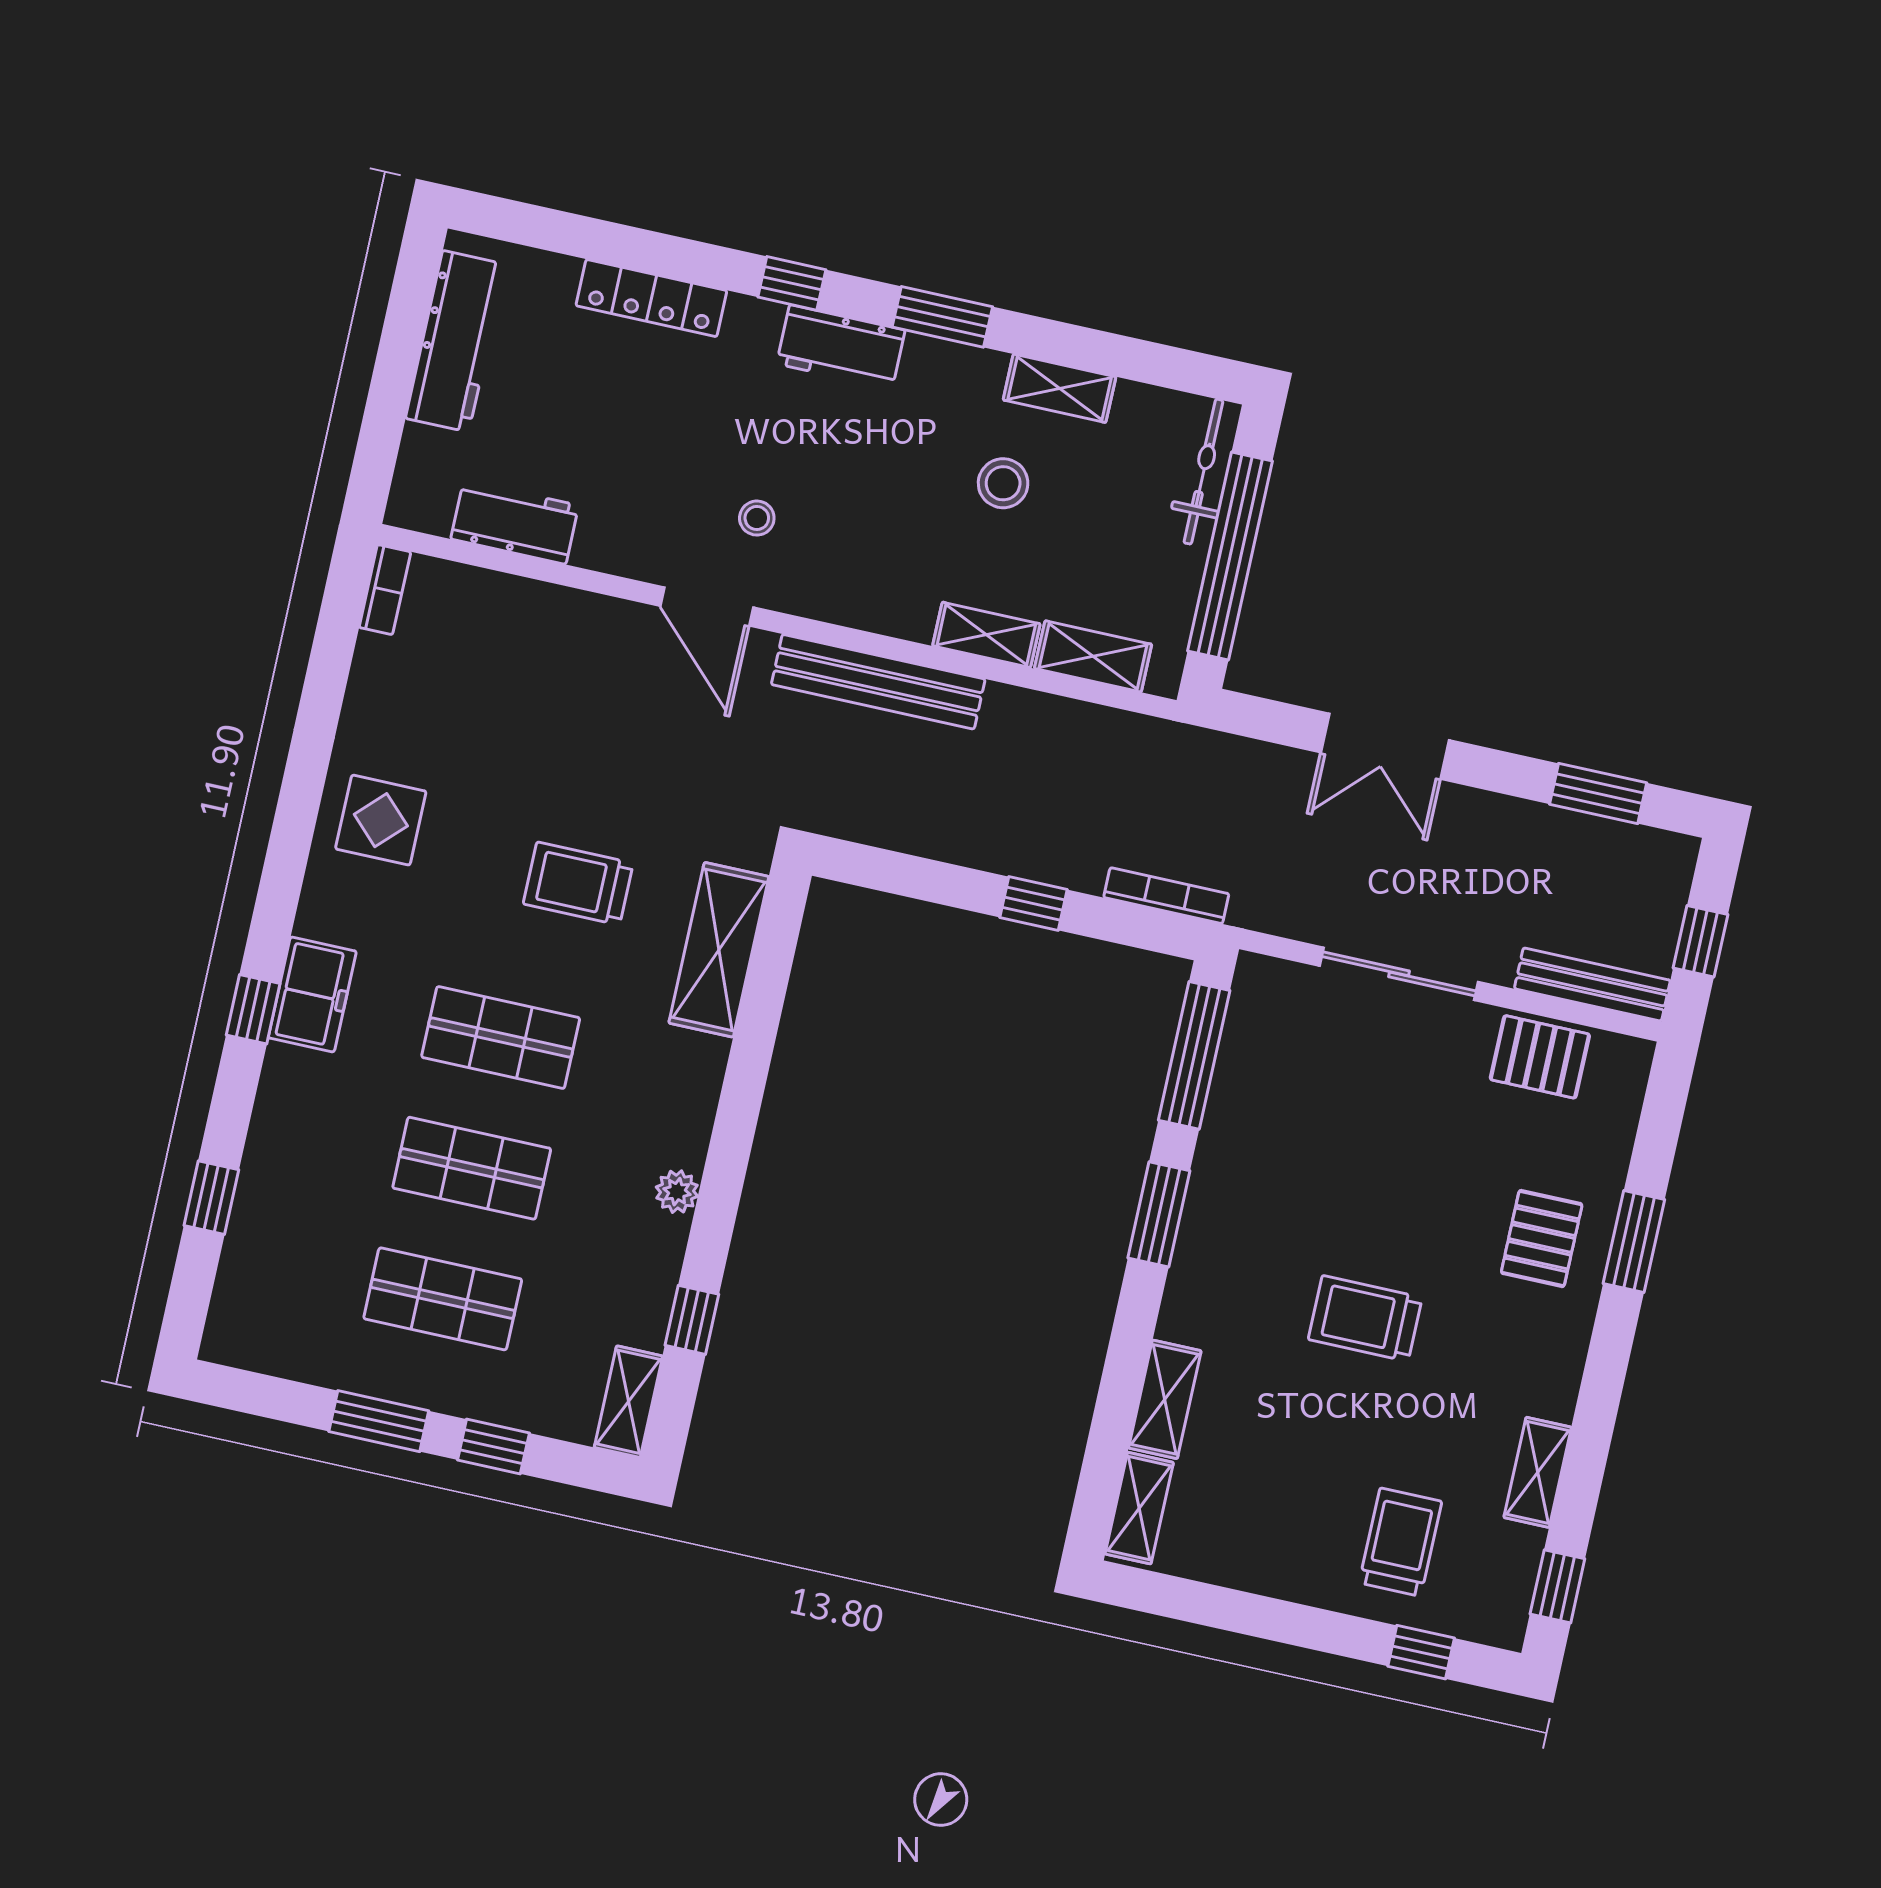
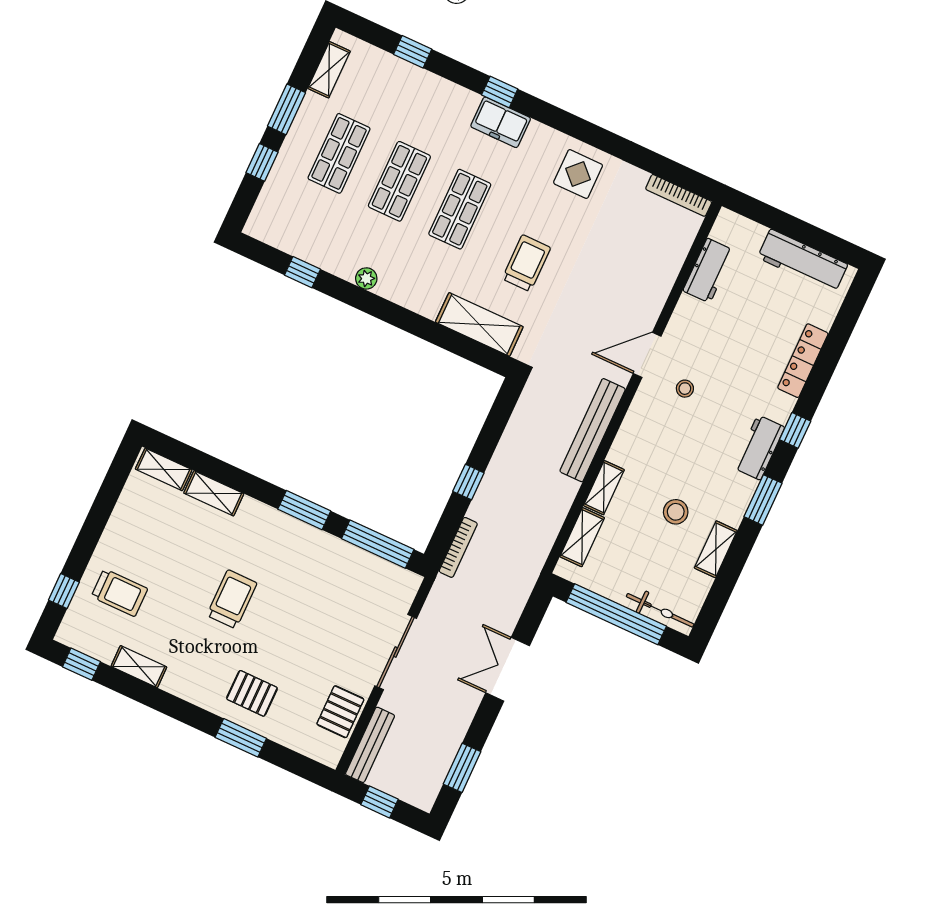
bookcase: (385, 590) -> (679, 195), width x1.56
shelving: (628, 1402) -> (329, 70), moved, turned 90

